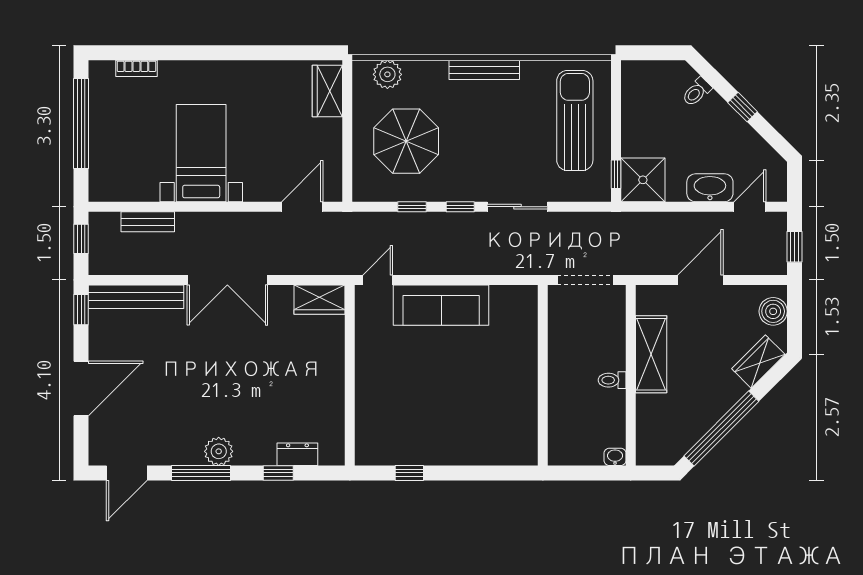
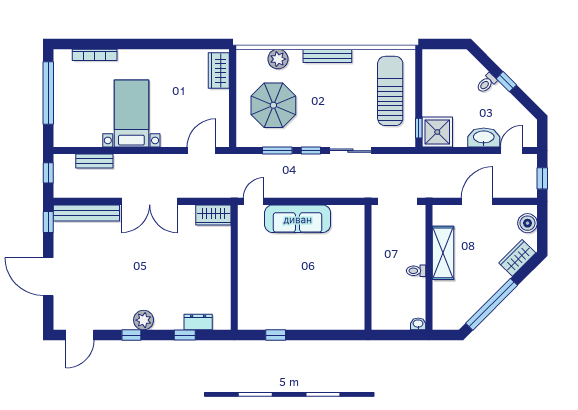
bookcase: (136, 68) -> (95, 55), width x1.56
plant: (387, 74) -> (278, 59), moved
toilet: (697, 92) -> (487, 83), moved
window: (412, 207) -> (277, 151), width x1.50
door: (81, 389) -> (48, 277), swing flipped
window: (201, 473) -> (131, 335), width x0.46

